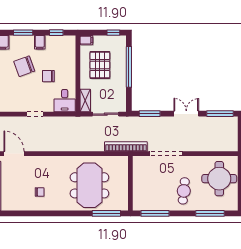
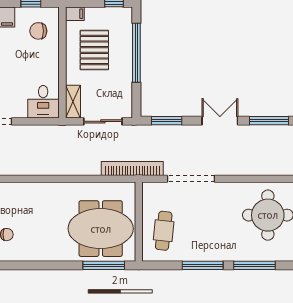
chair: (48, 76) -> (38, 31), moved
meeting table: (89, 185) -> (101, 229), moved, turned 90
cafe table: (184, 191) -> (164, 231), moved
window: (155, 213) -> (203, 265), moved

